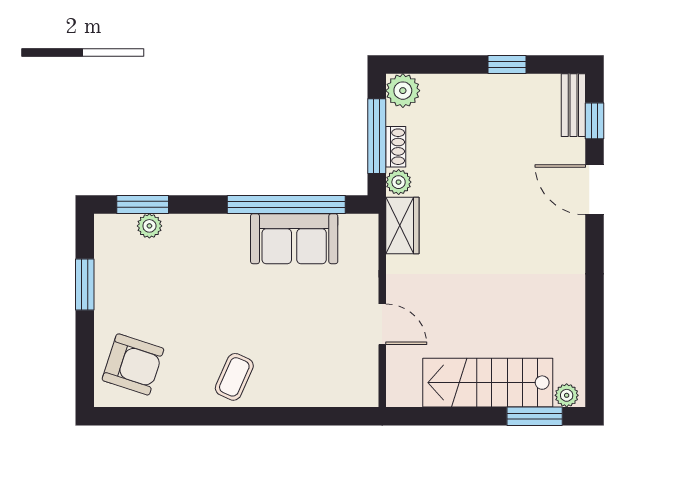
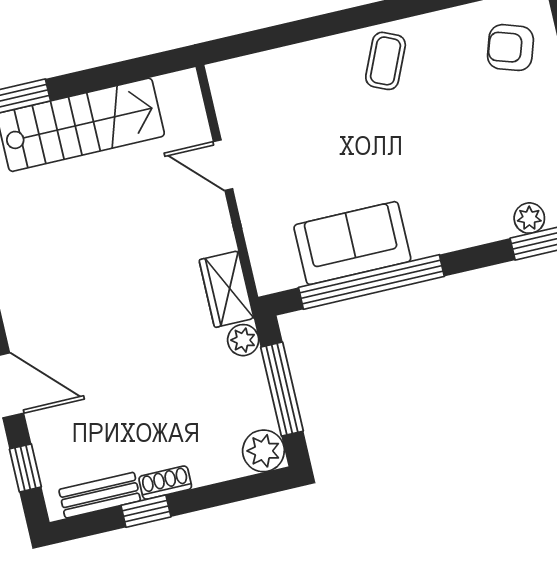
bench: (573, 105) -> (100, 495), moved, turned 90
shoe rack: (396, 147) -> (165, 483), moved, turned 90
armchair: (133, 364) -> (510, 48), width x0.72, depth x0.72

